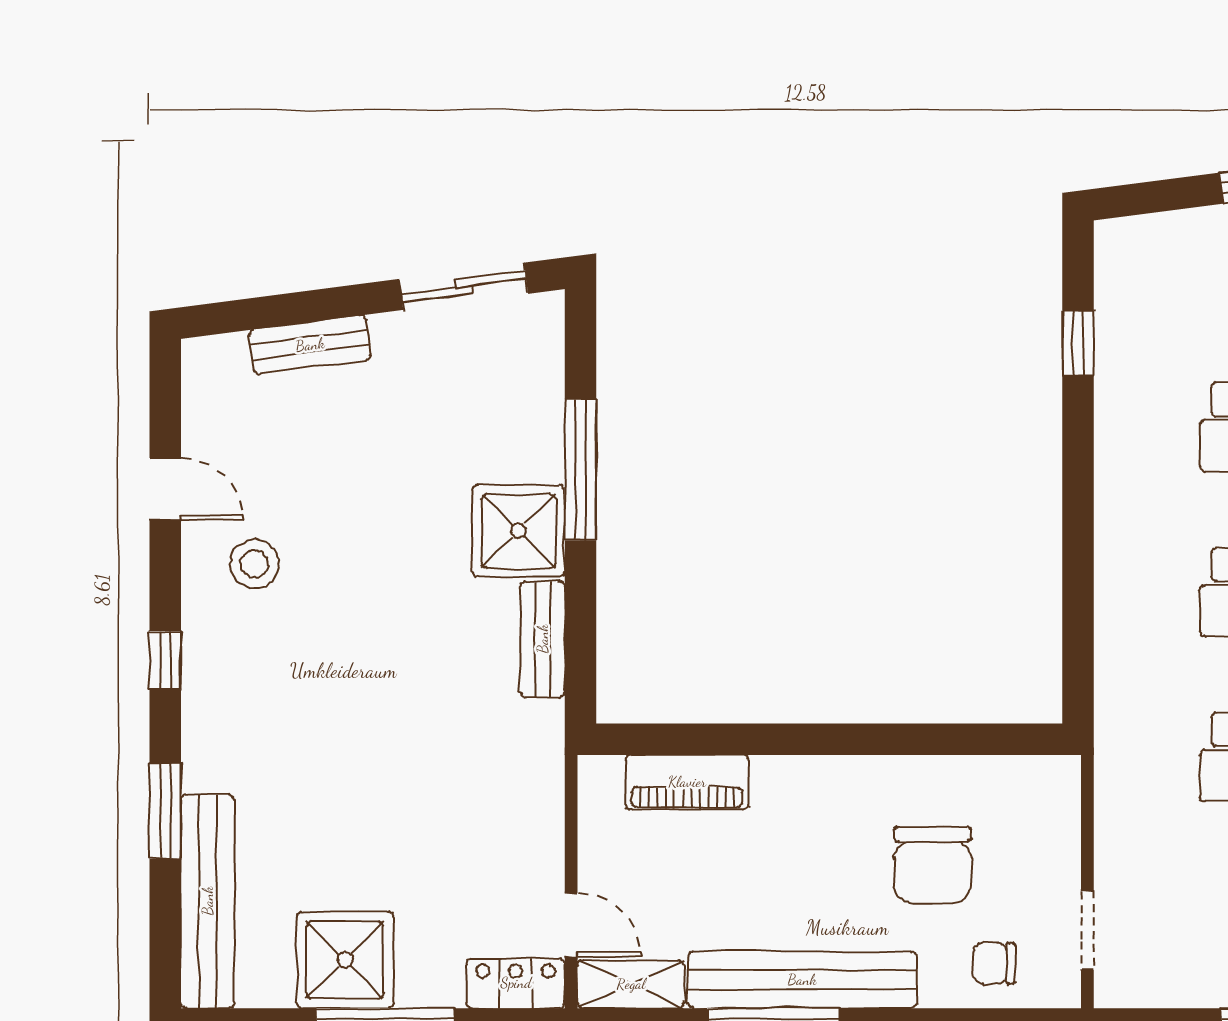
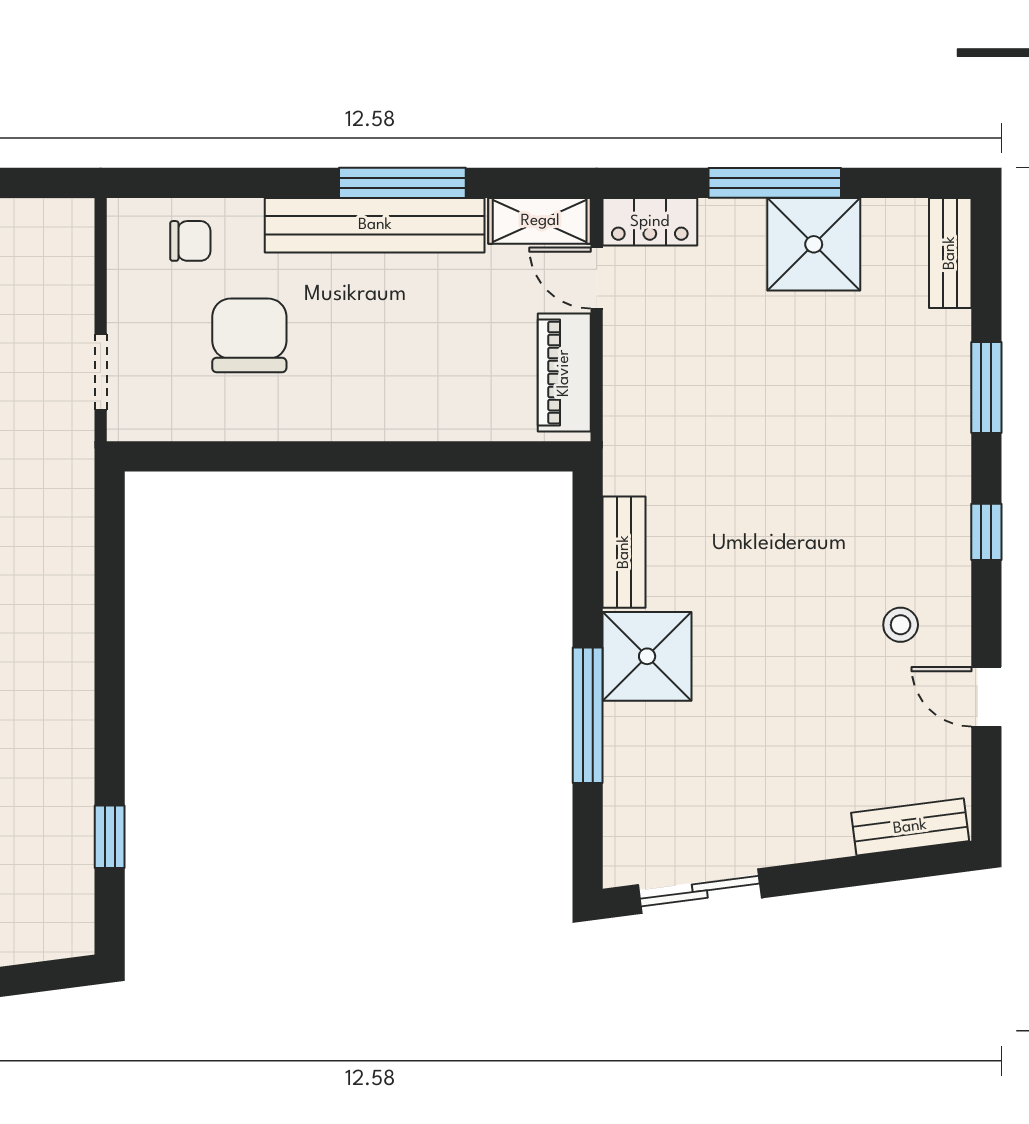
bench: (310, 345) -> (910, 827), moved
stool: (255, 564) -> (901, 625), width x0.73, depth x0.73
piano: (687, 782) -> (564, 373), moved, turned -90
bench: (208, 901) -> (950, 253), width x0.54, depth x0.82
doorway: (1087, 930) -> (101, 372), moved

